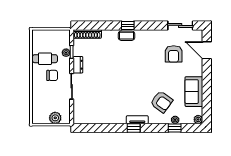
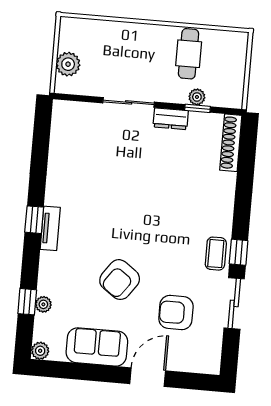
window: (128, 25) -> (239, 252), moved
sliding door: (180, 25) -> (234, 303), moved
coffee table: (126, 36) -> (216, 254), moved
door: (207, 50) -> (148, 377), moved
chair: (52, 75) -> (154, 65), removed
armchair: (161, 102) -> (120, 280), moved

